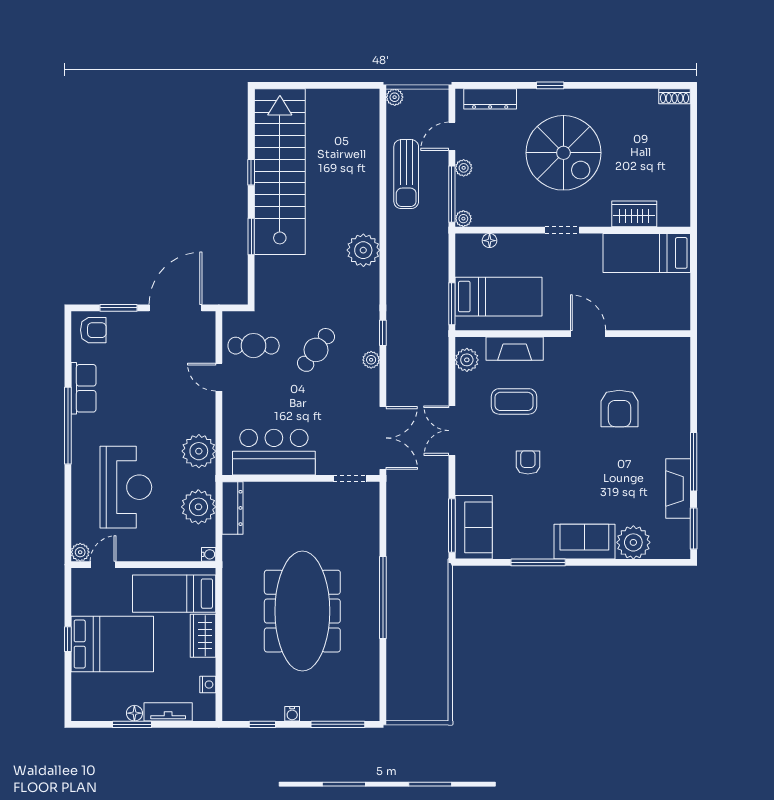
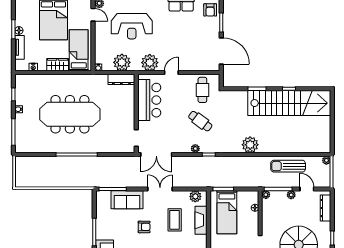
door: (219, 377) -> (171, 73), moved
sofa: (474, 527) -> (127, 200), moved

